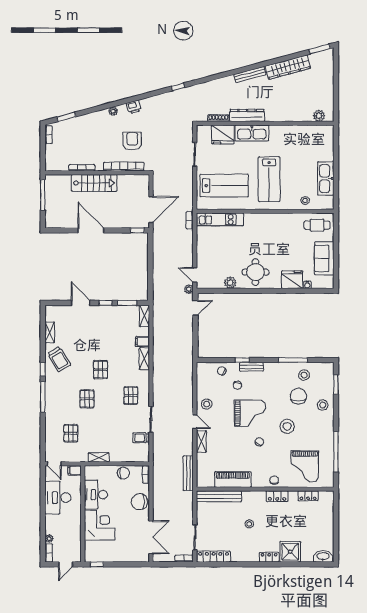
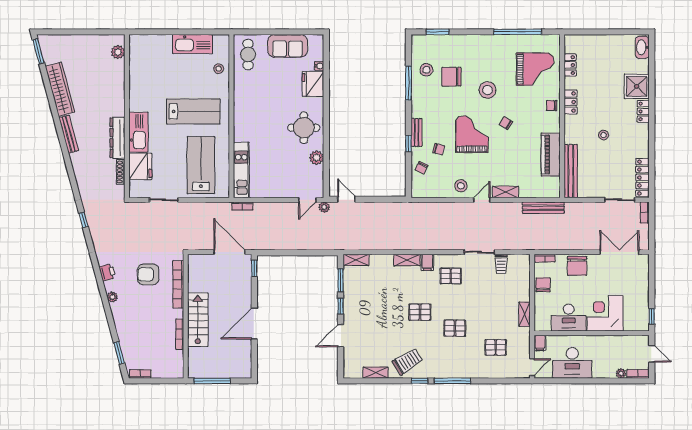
filing cabinet: (142, 342) -> (427, 262), moved
stool: (323, 405) -> (462, 48), removed

